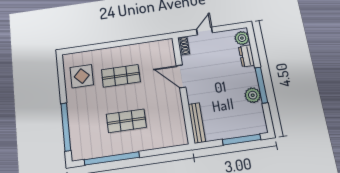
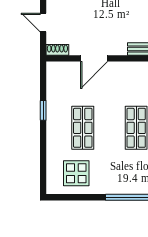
window: (131, 42) -> (43, 110), added

